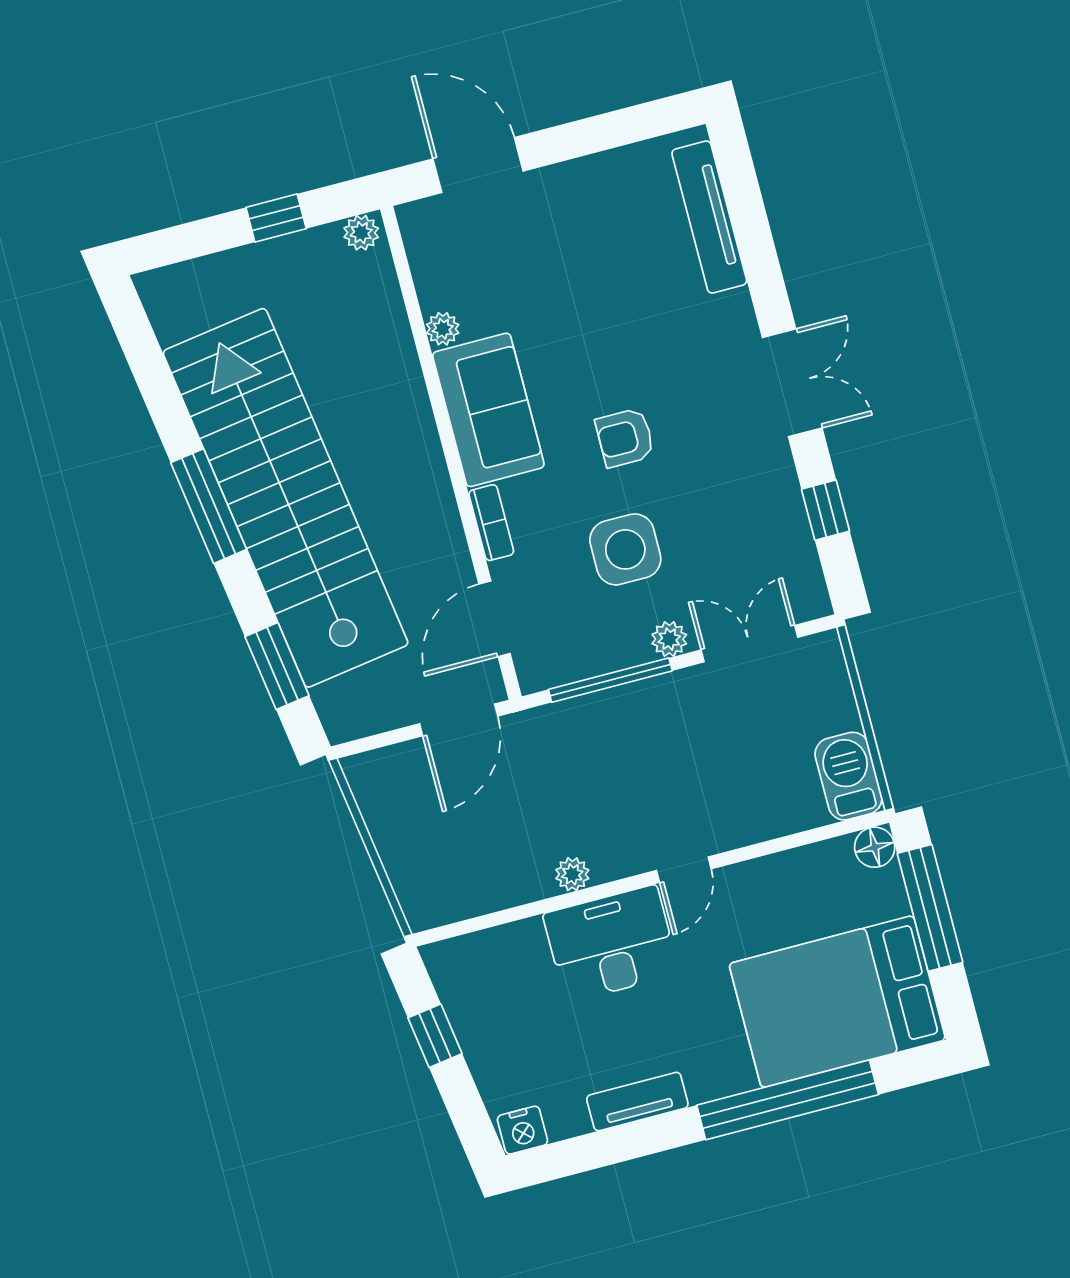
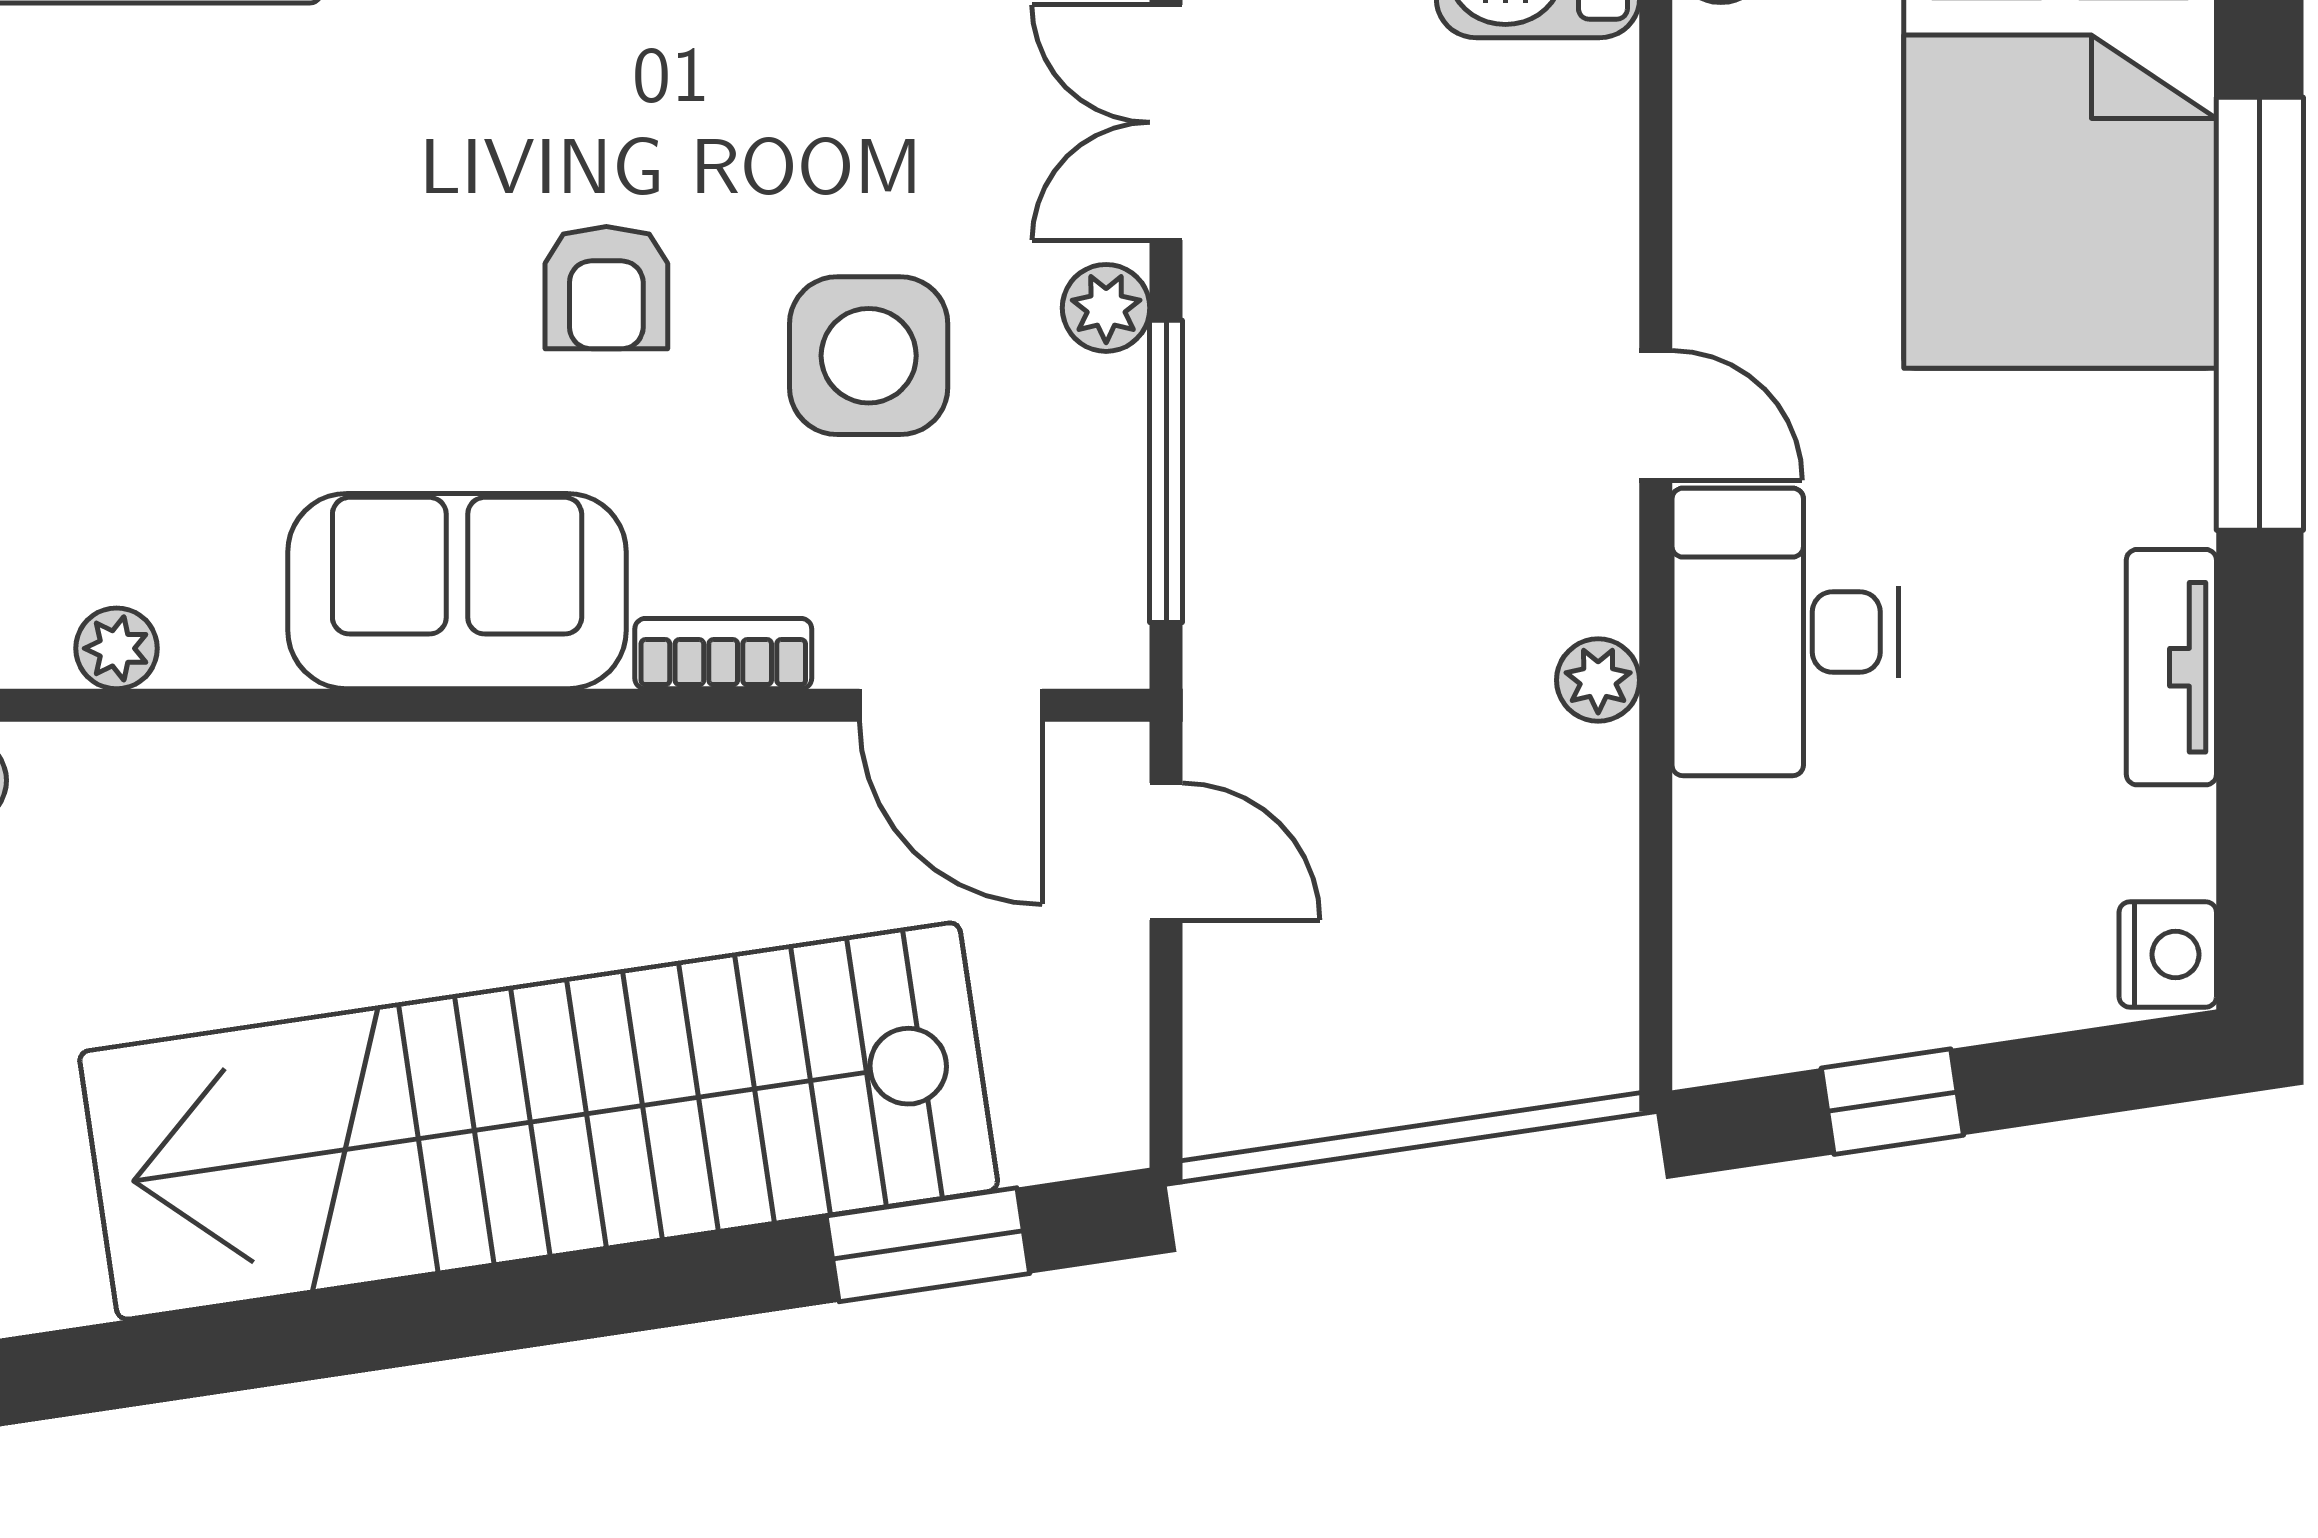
plant: (443, 329) -> (117, 648), moved
window: (209, 506) -> (510, 1307), removed
door: (459, 720) -> (1166, 852), width x0.73

